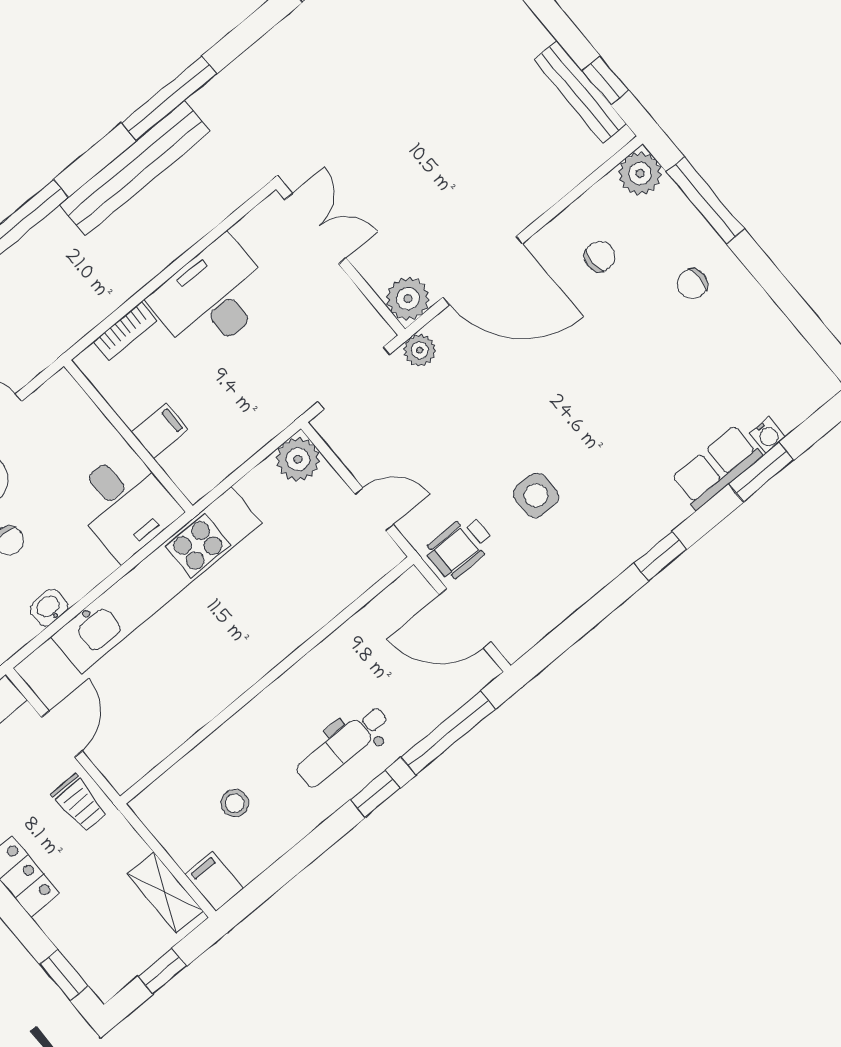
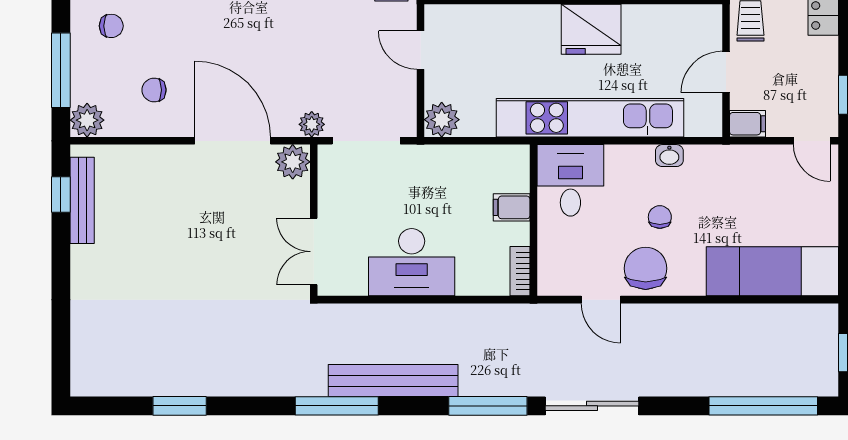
bookcase: (125, 331) -> (520, 271), moved, turned -90
fridge: (226, 667) -> (591, 29), added

